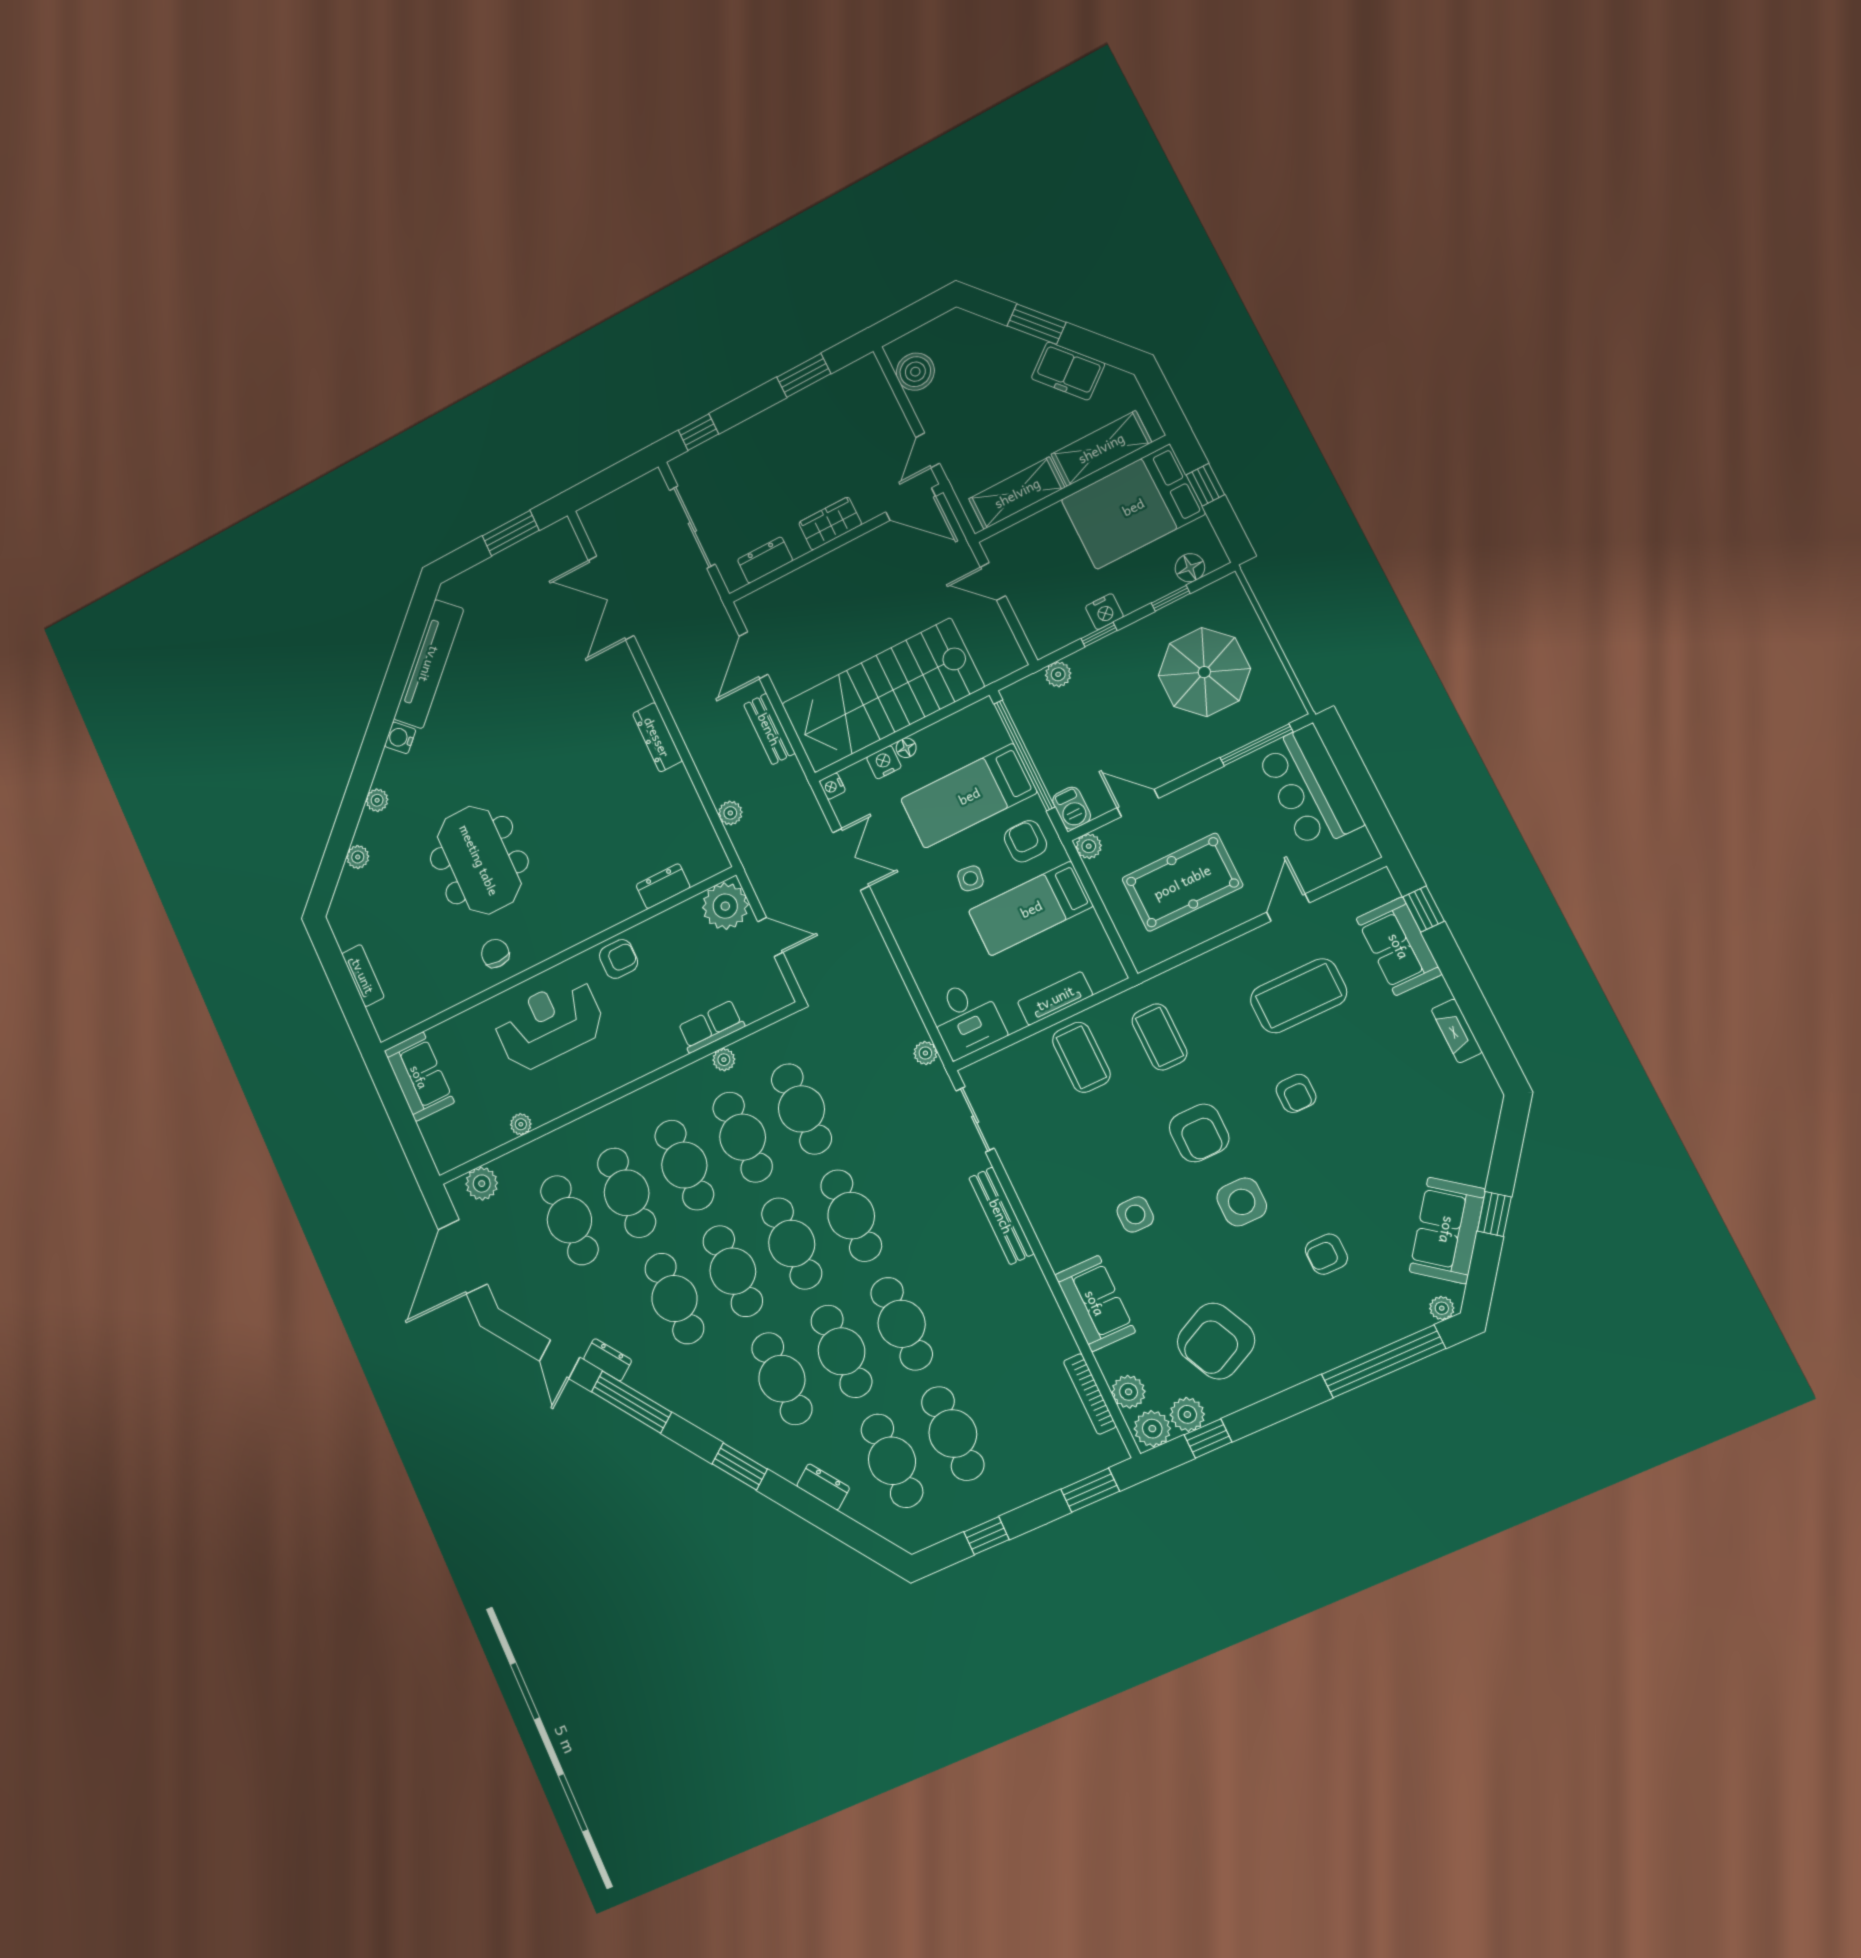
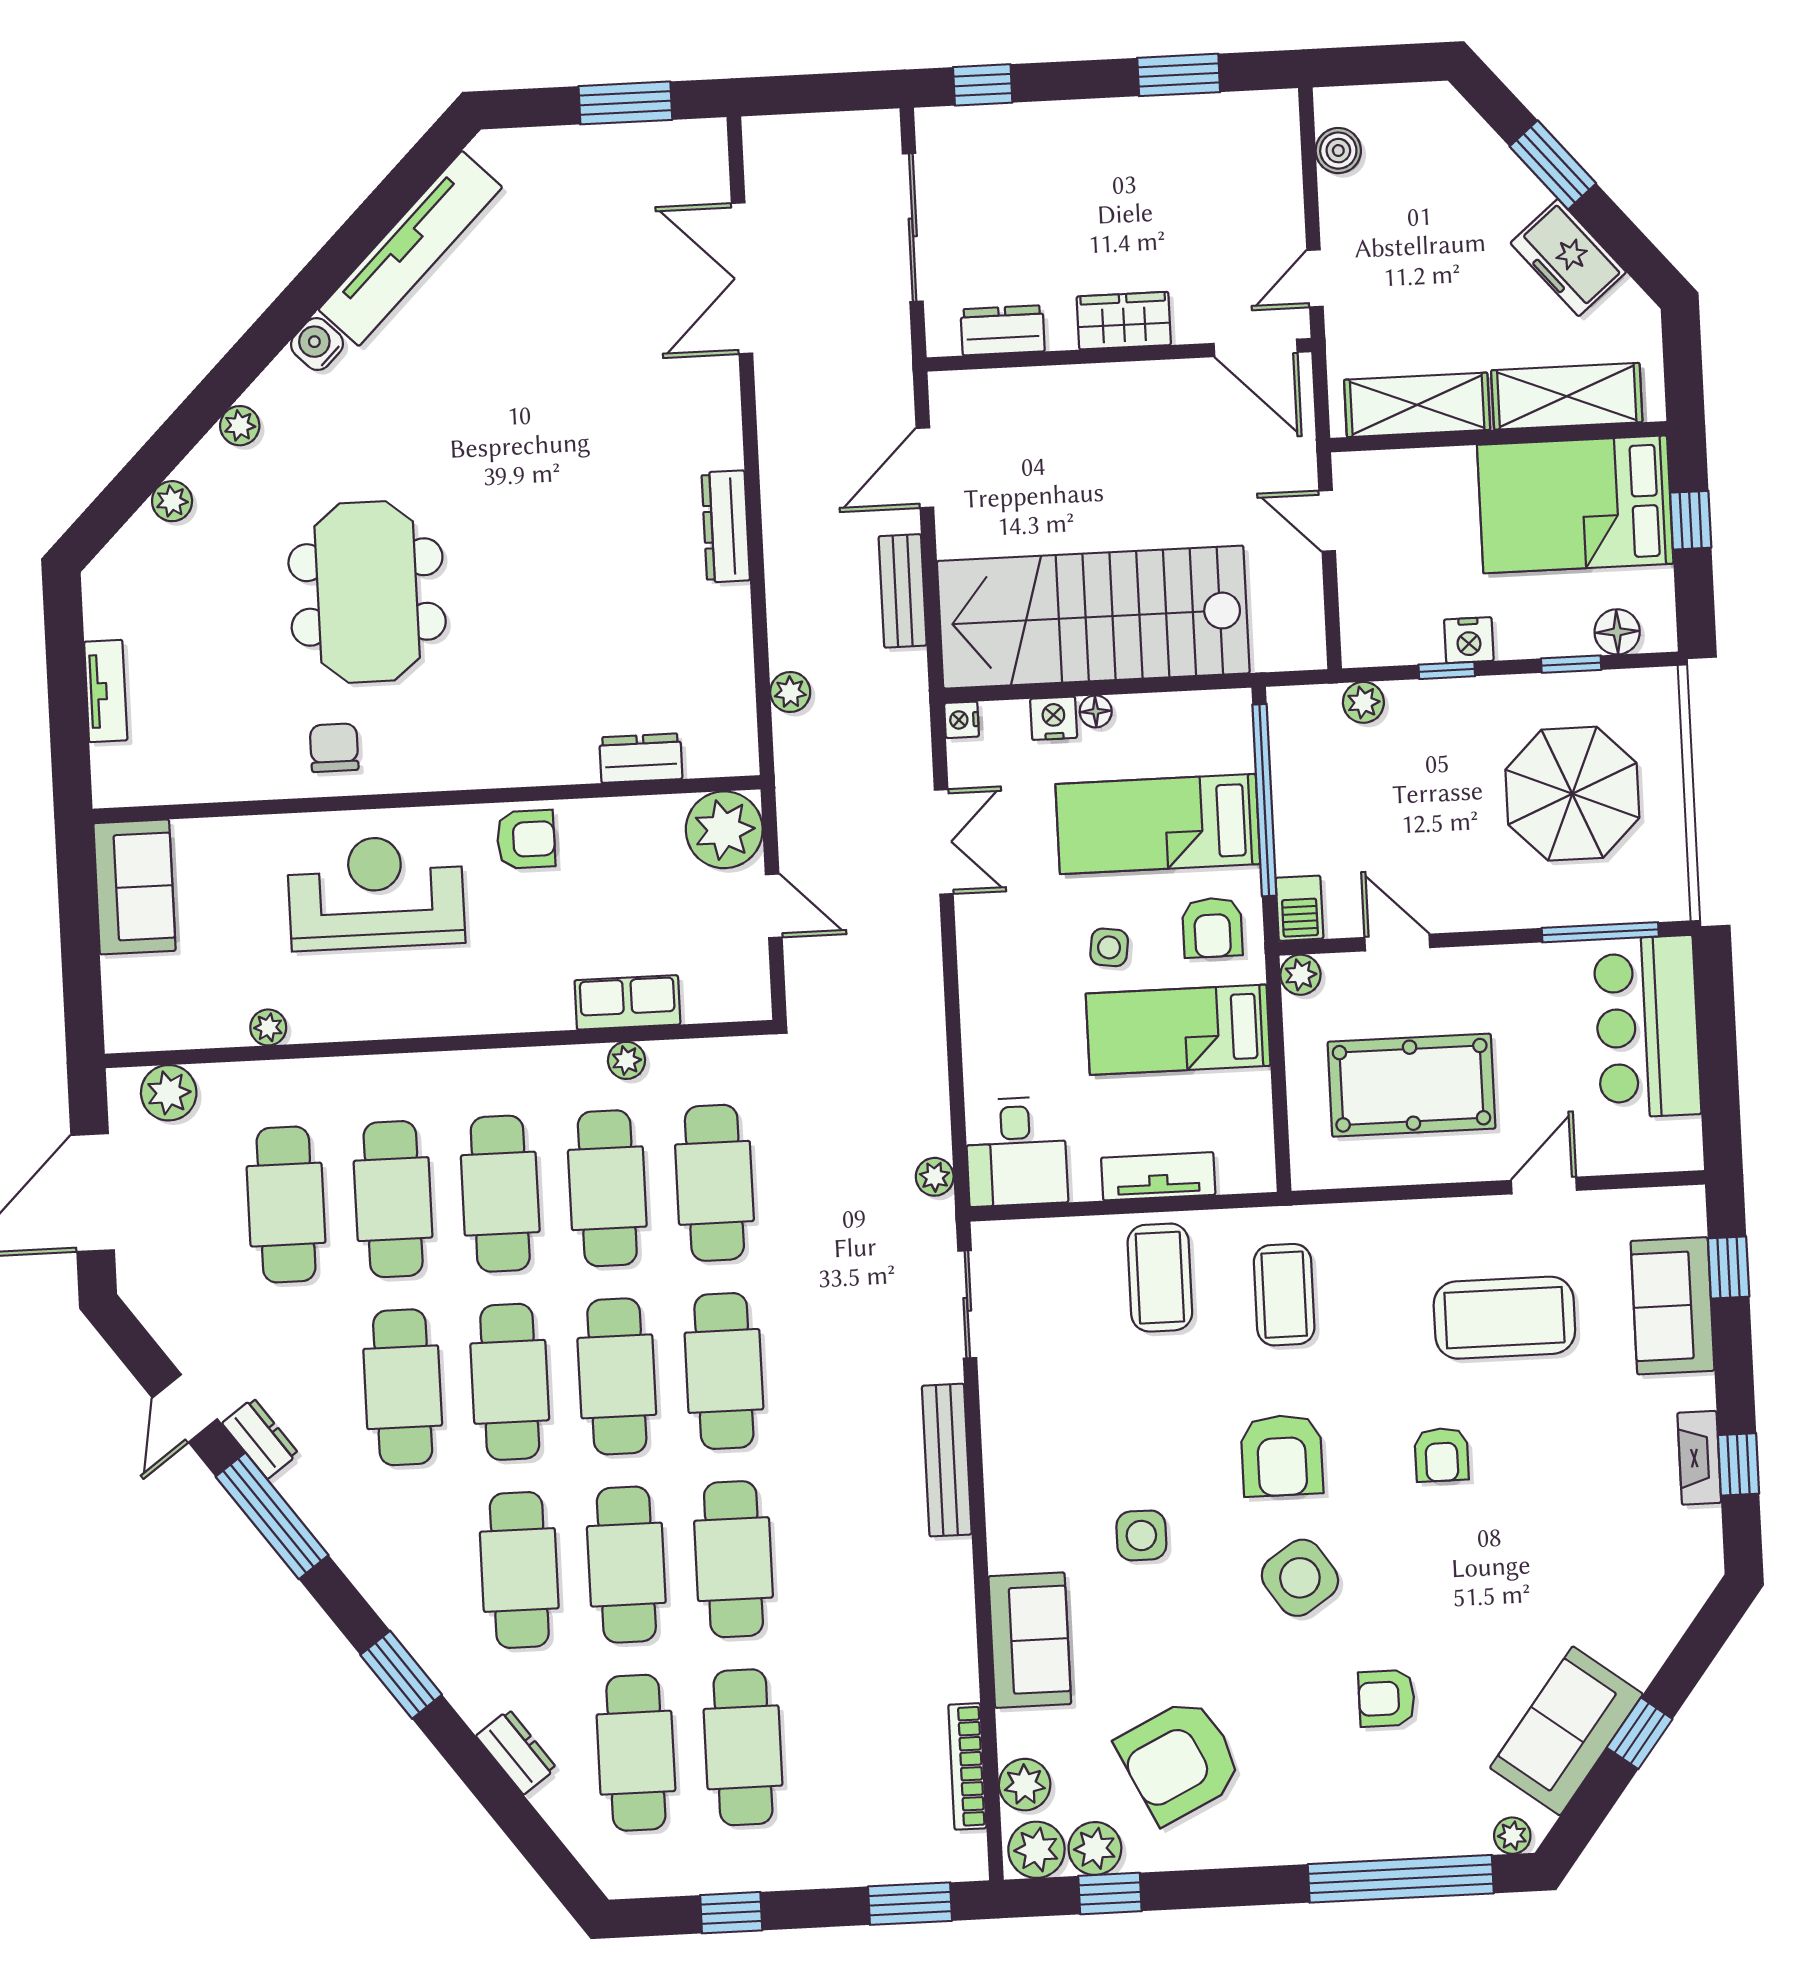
boiler: (915, 372) -> (1338, 151), width x0.73, depth x0.73
armchair: (1025, 841) -> (1212, 928), turned 180
window: (1483, 1025) -> (1738, 1464), added
side table: (1242, 1202) -> (1300, 1578), turned -34

